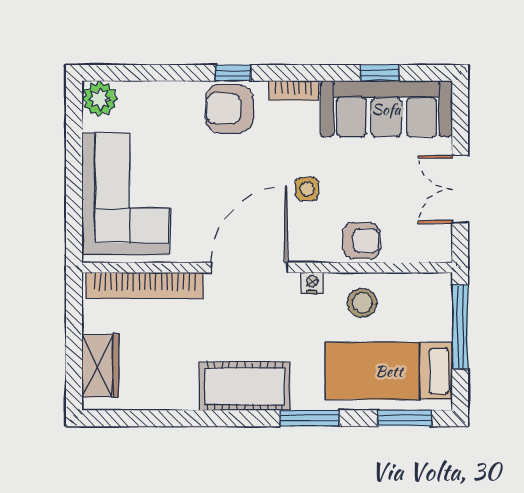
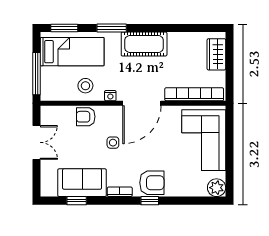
sofa: (386, 109) -> (82, 183), width x0.73

